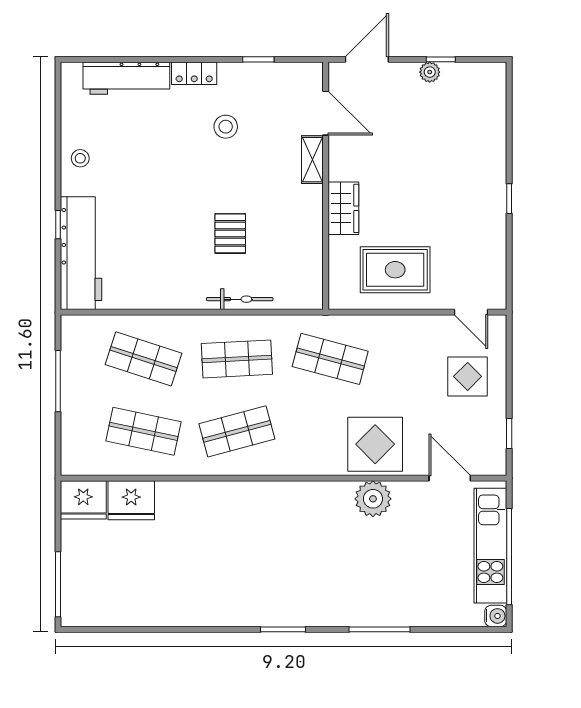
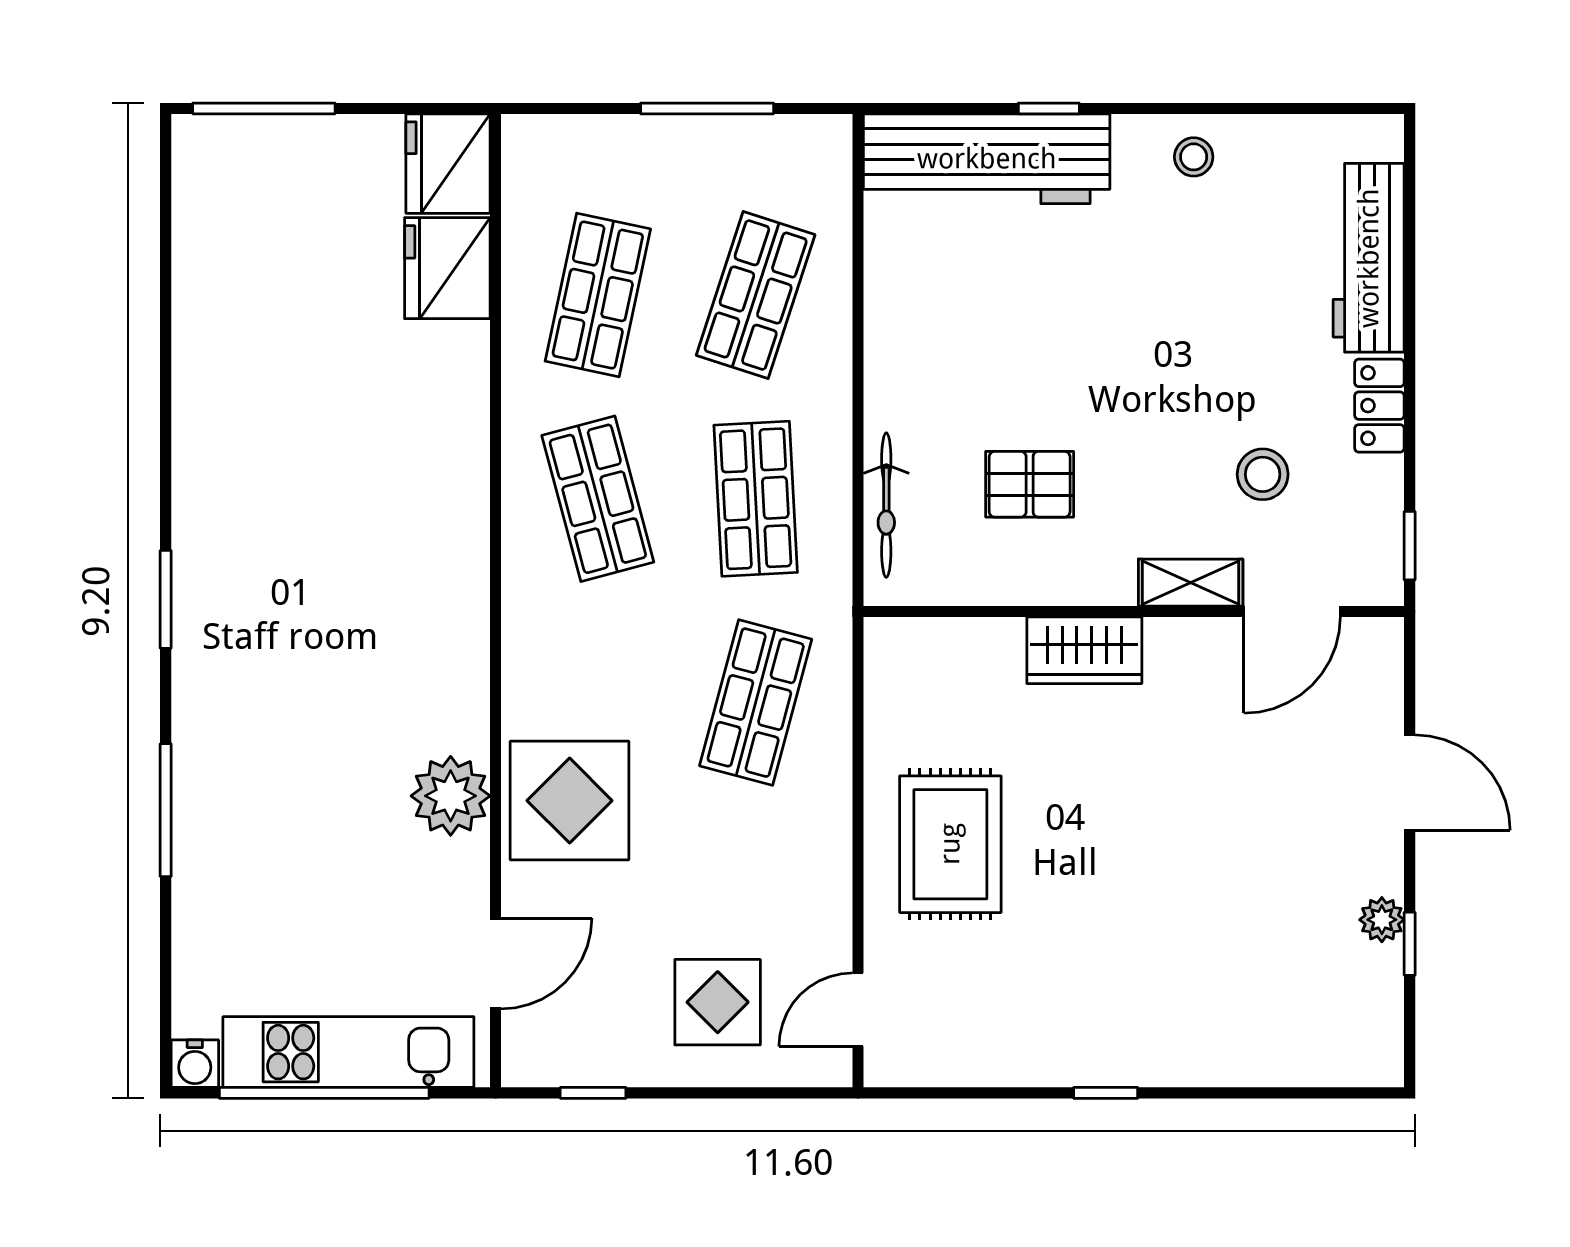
door: (326, 113) -> (1292, 611), moved
shelving: (312, 160) -> (1191, 583), moved
wall: (326, 186) -> (1134, 611), moved
wardrobe: (343, 208) -> (1084, 650), moved

